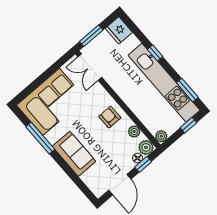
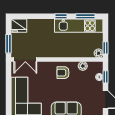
window: (155, 53) -> (61, 16), moved
kitchen unit: (164, 83) -> (79, 26), width x0.73
window: (188, 125) -> (106, 48), moved
plant: (146, 147) -> (97, 67), removed

